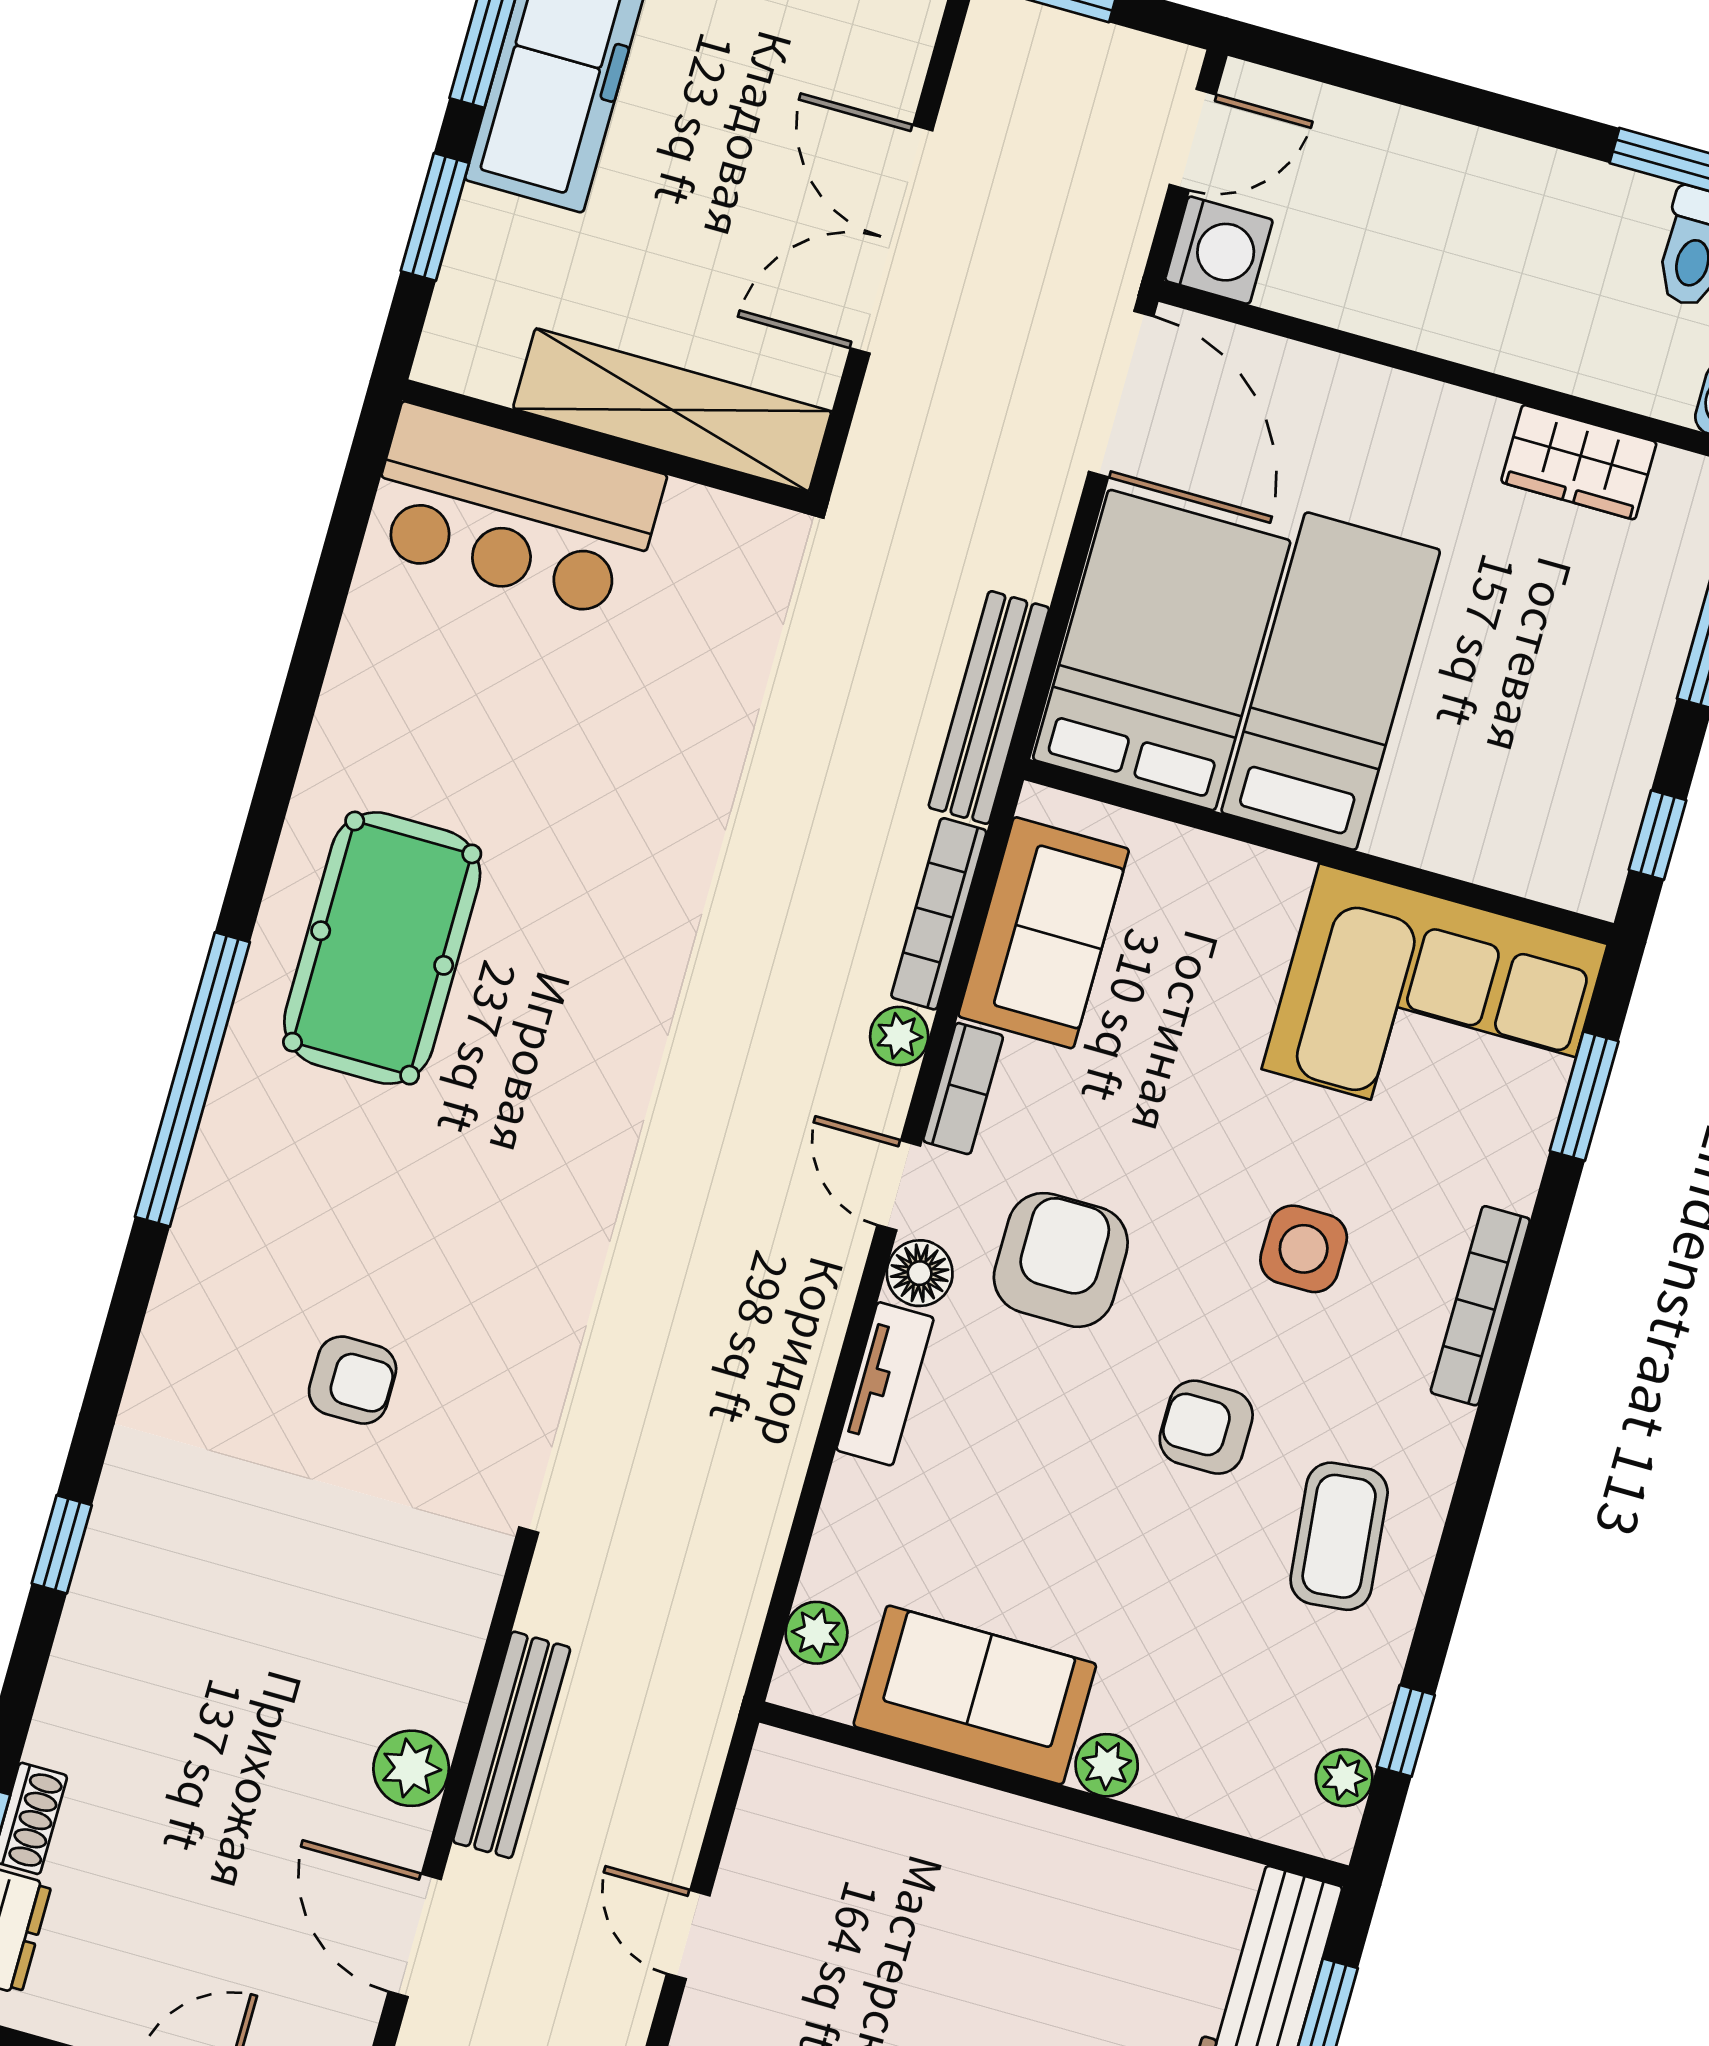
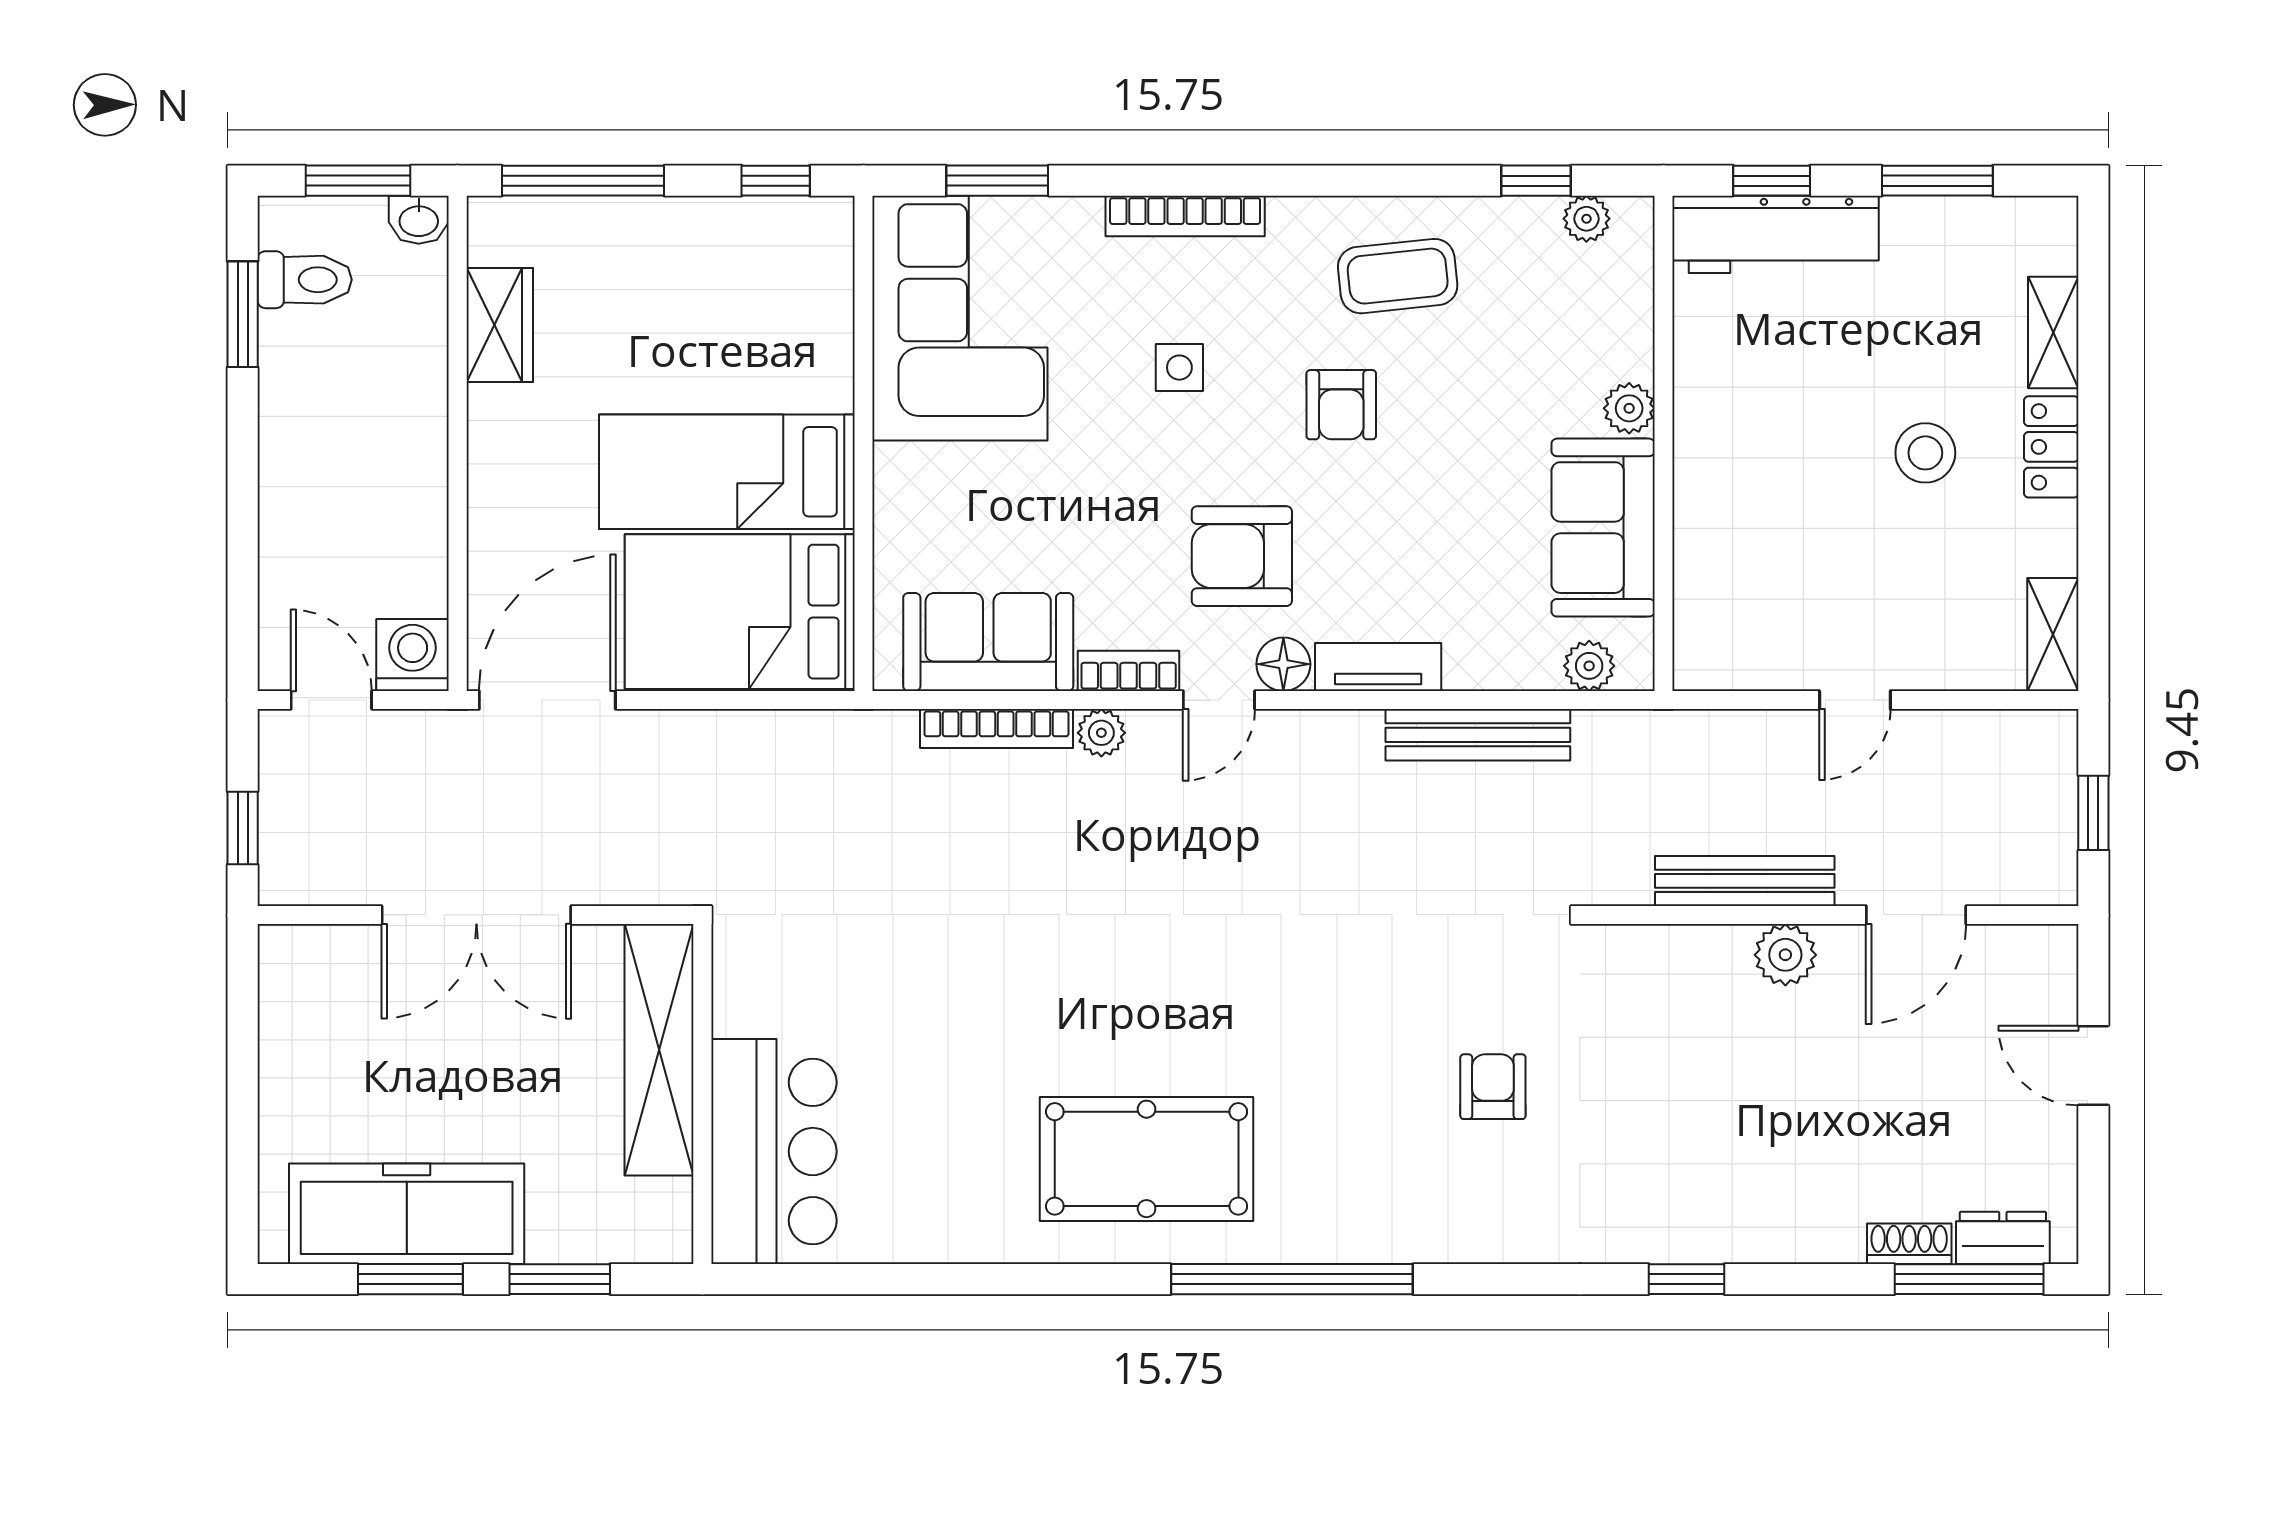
bench: (989, 707) -> (1478, 735), moved
side table: (1304, 1249) -> (1179, 368), width x0.73, depth x0.73

